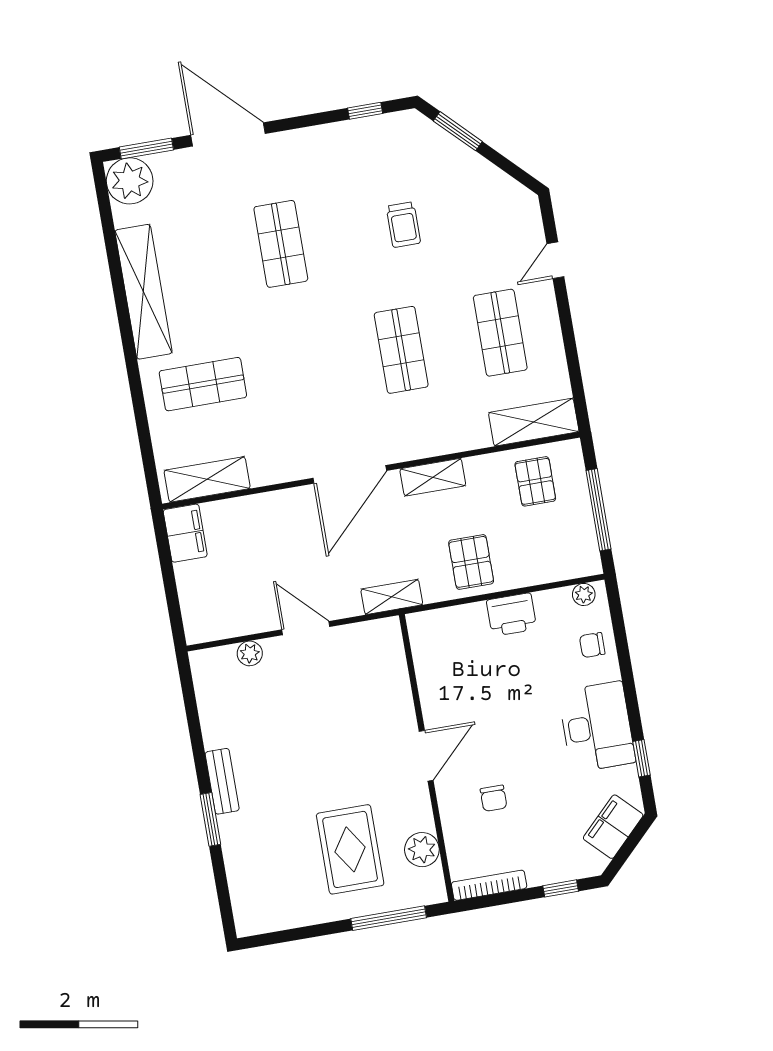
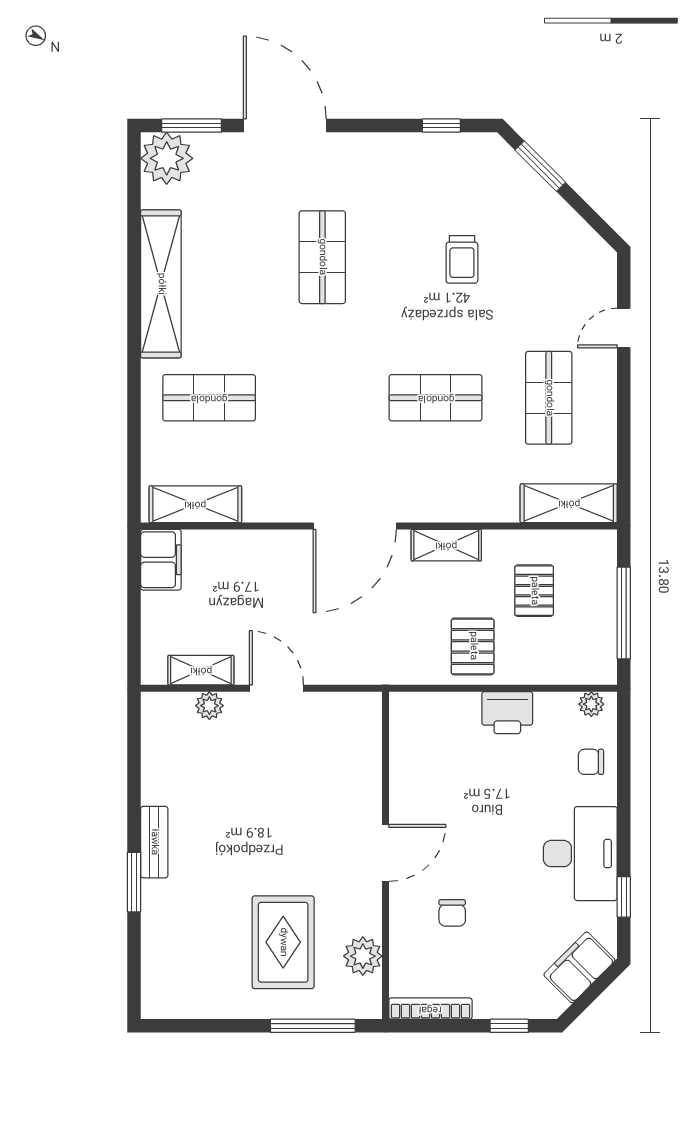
shop shelf: (401, 350) -> (436, 398), turned 90
pallet: (535, 481) -> (534, 591), moved
shelving: (392, 597) -> (201, 670), moved

